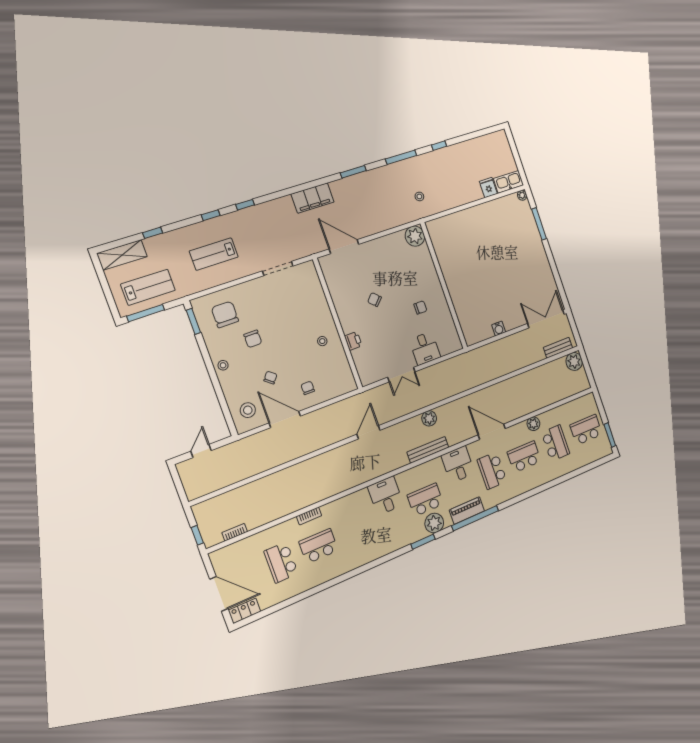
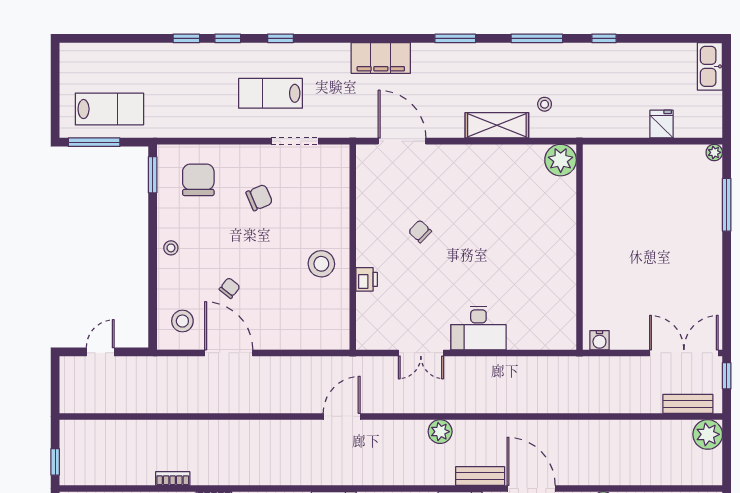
kitchen sink: (508, 182) -> (710, 66), moved, turned -90
window: (153, 233) -> (186, 38), moved
plant: (415, 236) -> (561, 160), moved
lab bench: (214, 254) -> (271, 93), moved
shelving: (122, 255) -> (497, 125), moved
wall: (444, 286) -> (579, 247), moved
chair: (420, 307) -> (486, 266), removed
window: (572, 324) -> (727, 376), added
chair: (253, 339) -> (259, 198), moved, turned -113
stool: (322, 341) -> (321, 264), width x1.89, depth x1.89
desk: (425, 348) -> (478, 328), width x1.37
chair: (308, 388) -> (277, 321), removed
bench: (428, 450) -> (480, 476), moved, width x0.73
bookcase: (235, 532) -> (173, 478), moved

